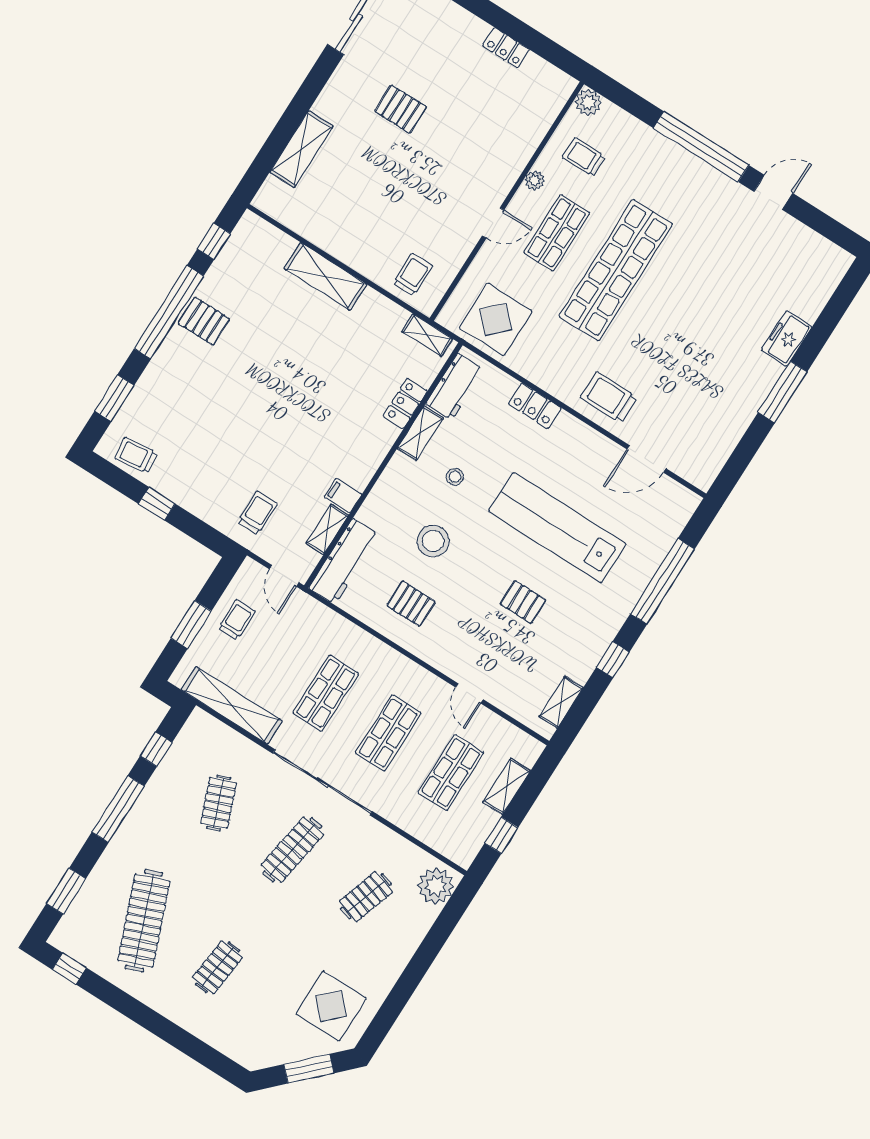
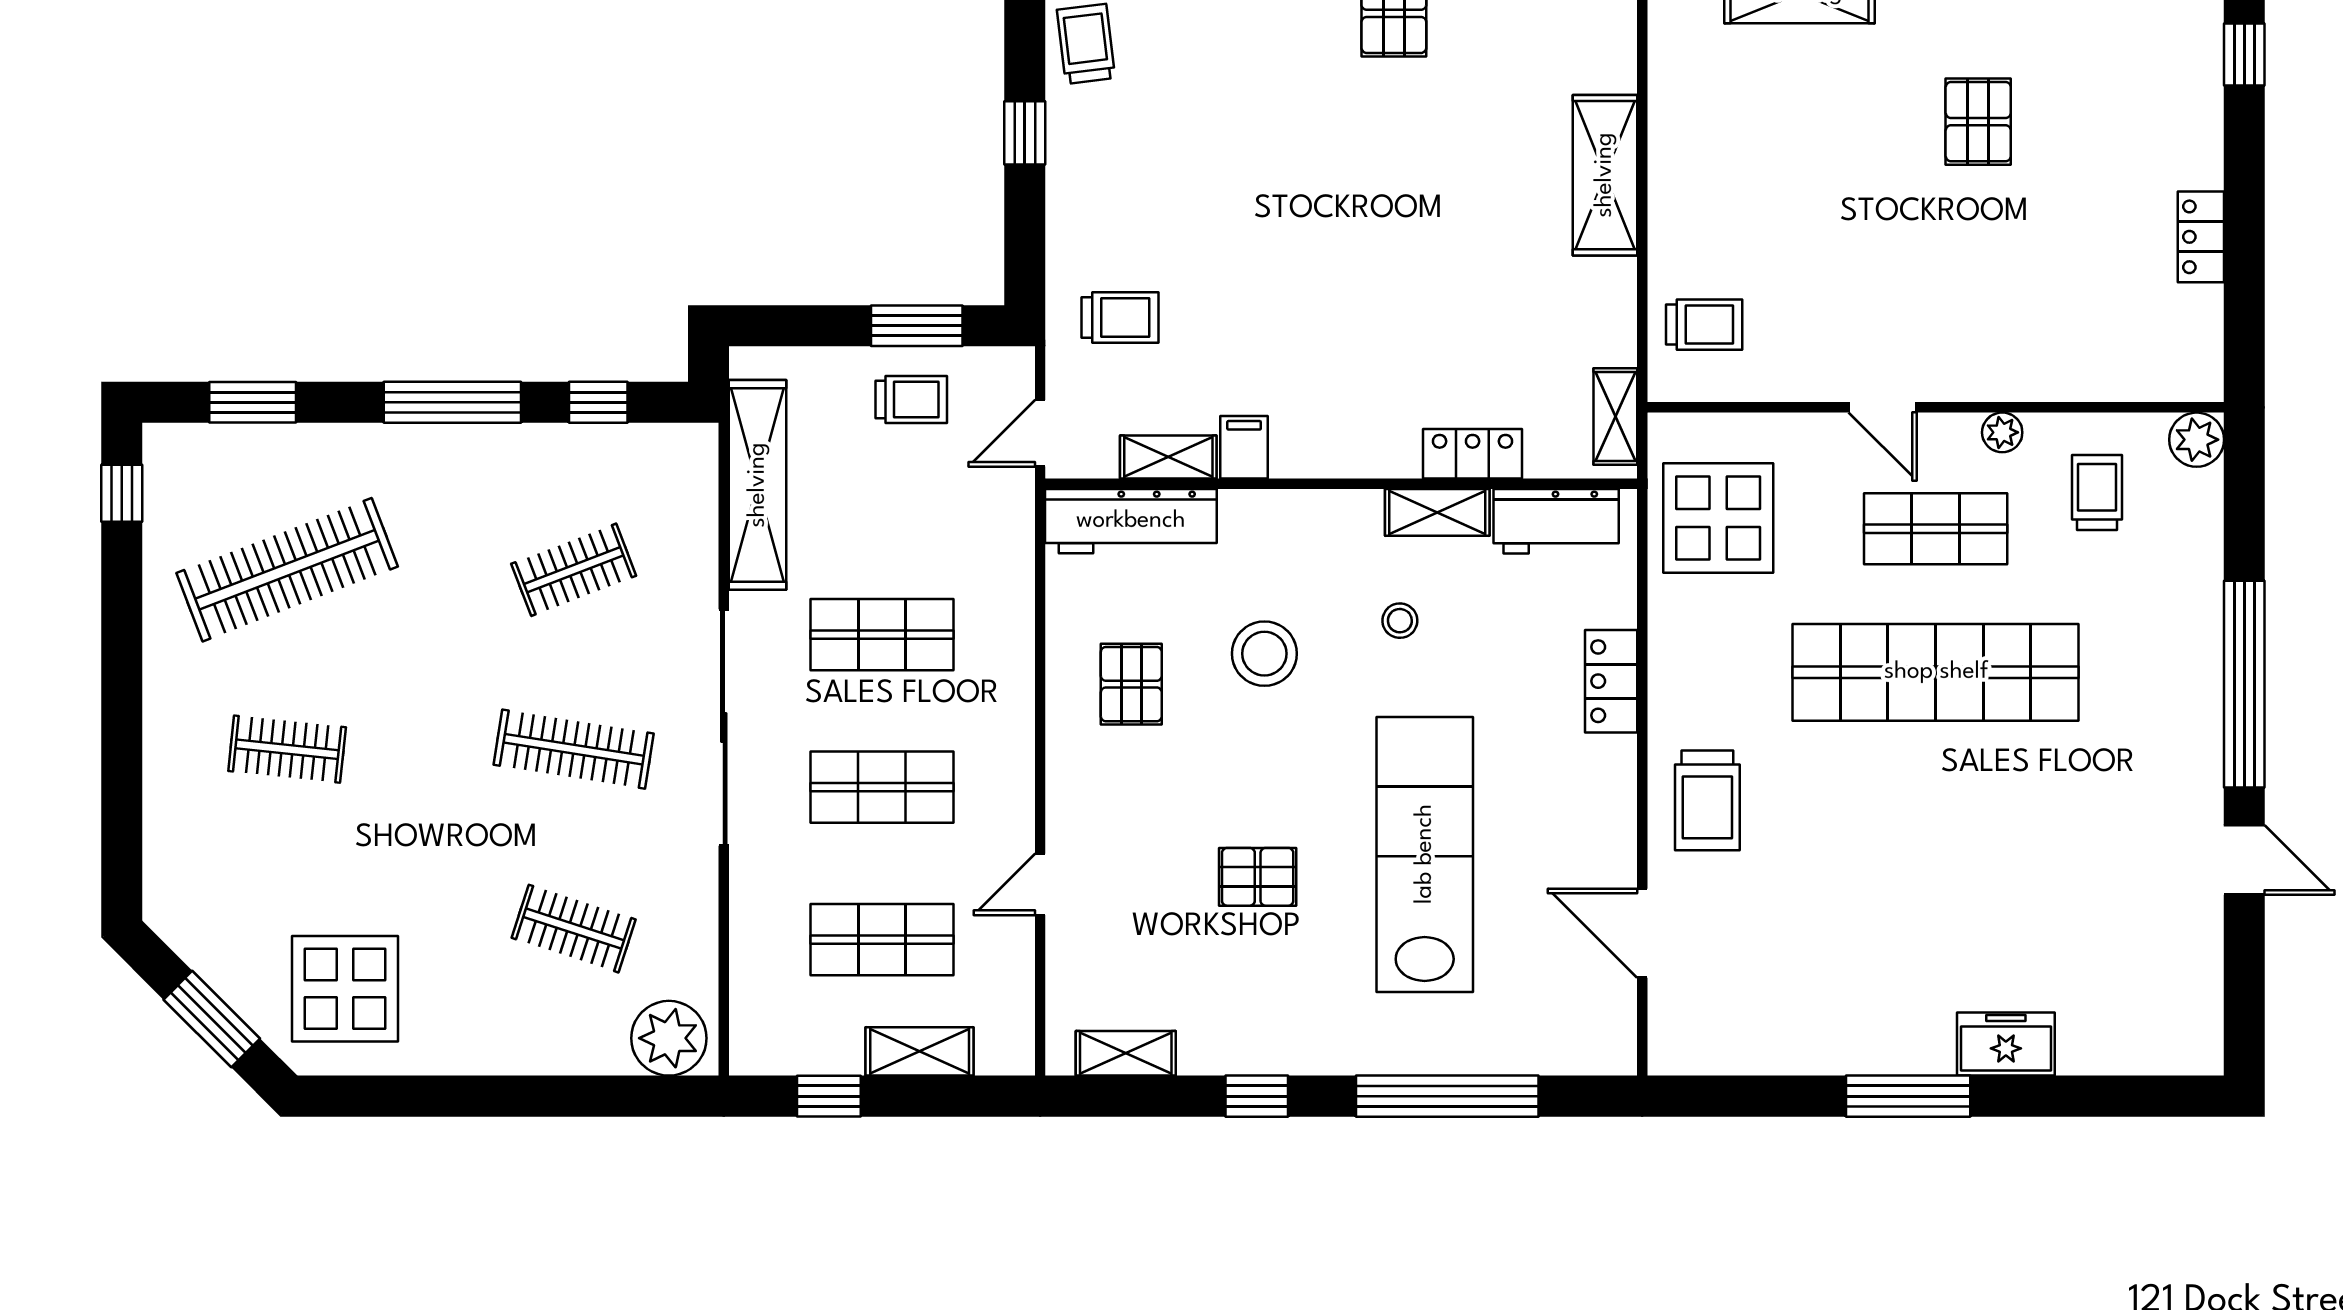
trolley: (609, 397) -> (1707, 800), turned 180
pallet: (523, 602) -> (1258, 877), turned 90
window: (191, 625) -> (917, 326), moved

